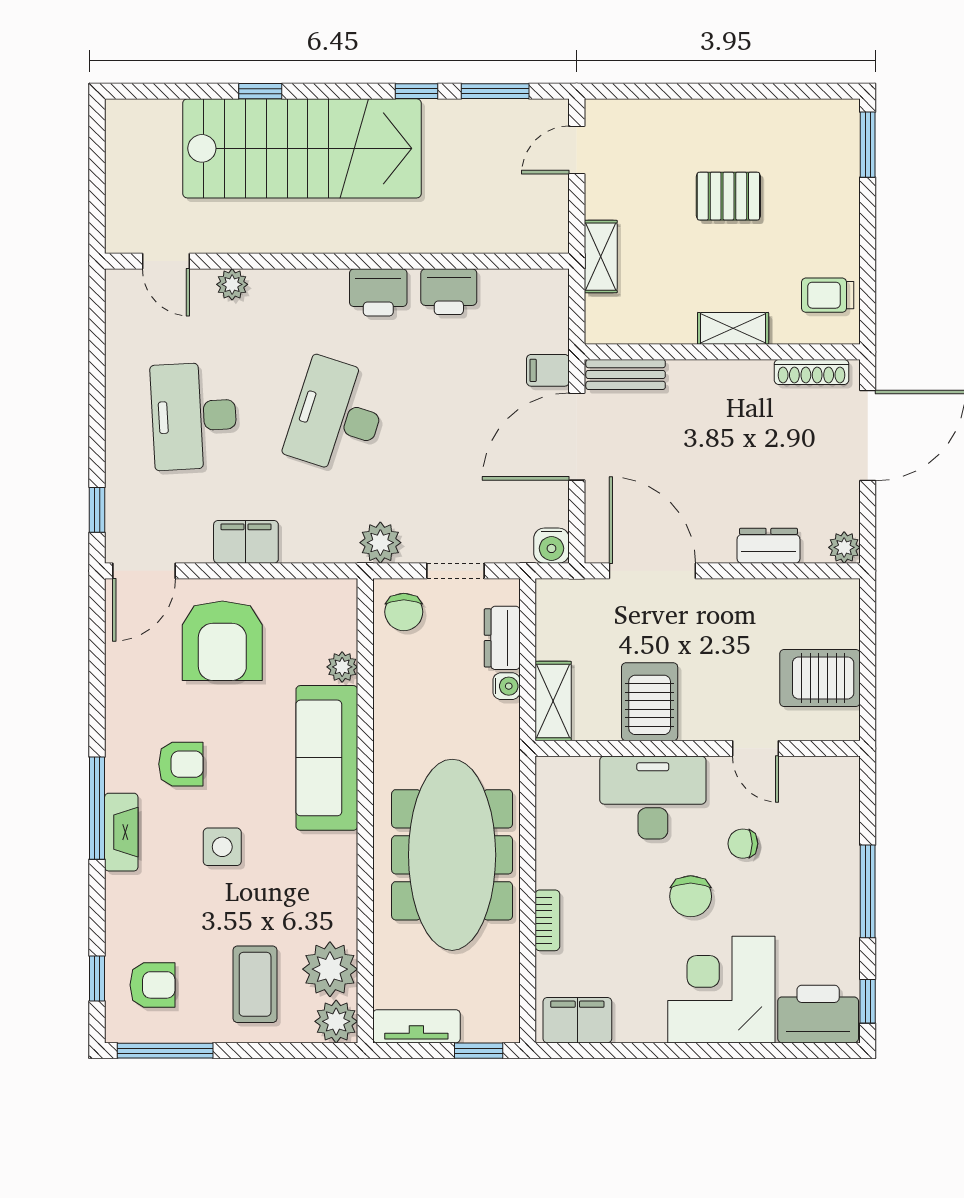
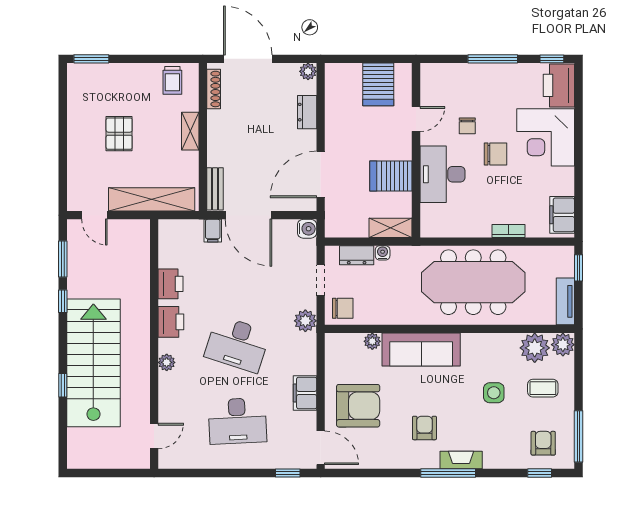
shelving: (601, 257) -> (152, 199), width x2.20, depth x1.33
plant: (232, 284) -> (167, 362), moved
side table: (222, 847) -> (494, 393), moved
coffee table: (255, 984) -> (543, 388), width x0.73, depth x0.77

